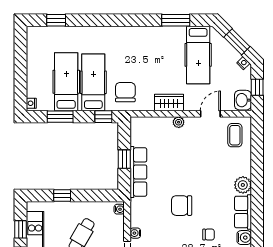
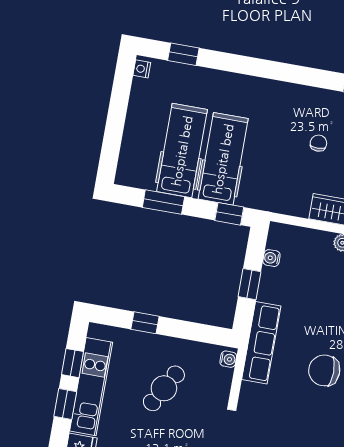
chair: (125, 92) -> (318, 143), moved, width x0.54, depth x0.54
nightstand: (31, 103) -> (142, 69), moved
row of seats: (138, 172) -> (261, 343), moved
water cooler: (135, 233) -> (271, 258), moved

